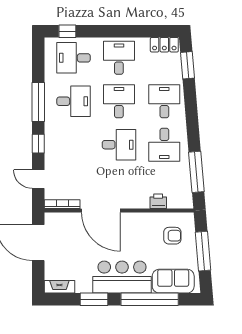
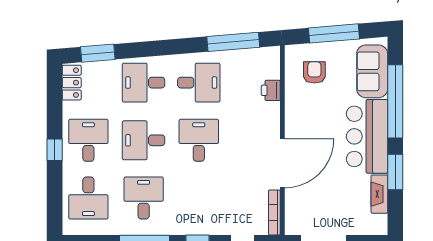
window: (67, 31) -> (55, 150), moved
desk: (119, 58) -> (88, 140), turned 90
fireplace: (59, 287) -> (379, 194), moved

